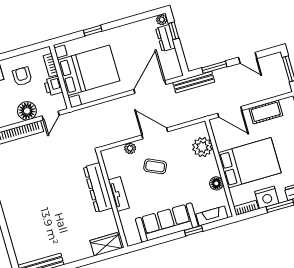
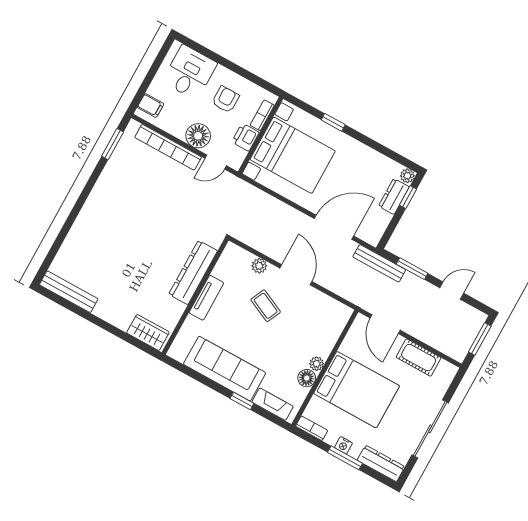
door: (248, 58) -> (452, 291), swing flipped
plant: (202, 147) -> (317, 364), moved, width x0.53, depth x0.53
nightstand: (267, 197) -> (343, 445), width x0.53, depth x0.56

